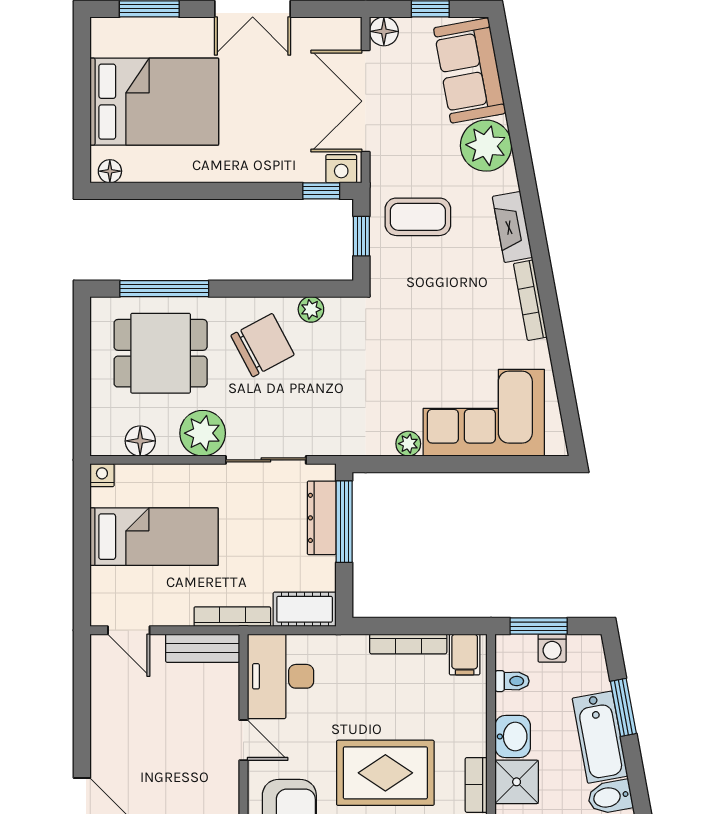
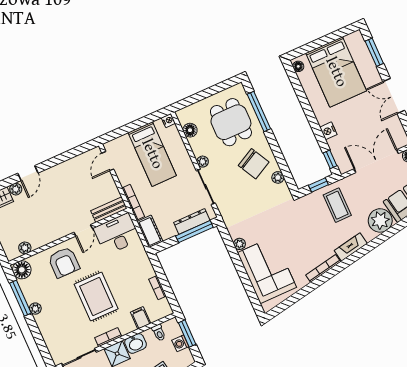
nightstand: (341, 169) -> (328, 131), moved
plant: (203, 433) -> (203, 162), width x0.53, depth x0.53
bookcase: (408, 644) -> (158, 288), width x0.64
bench: (203, 648) -> (109, 210), moved, turned 90
filing cabinet: (465, 654) -> (141, 318), moved, turned 90

